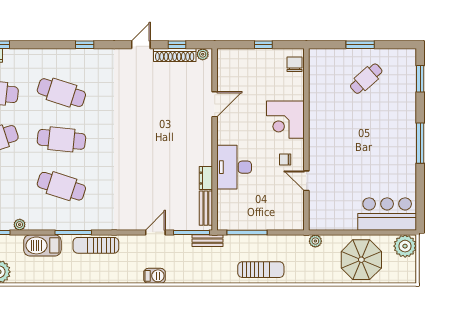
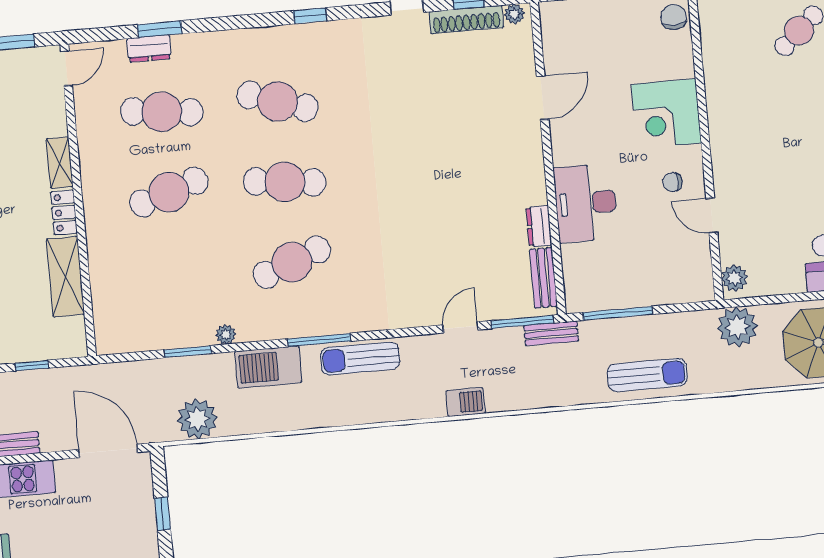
cafe table: (61, 186) -> (292, 262), turned -39
plant: (316, 218) -> (734, 278), added
plant: (315, 241) -> (737, 327), width x1.88, depth x1.88

